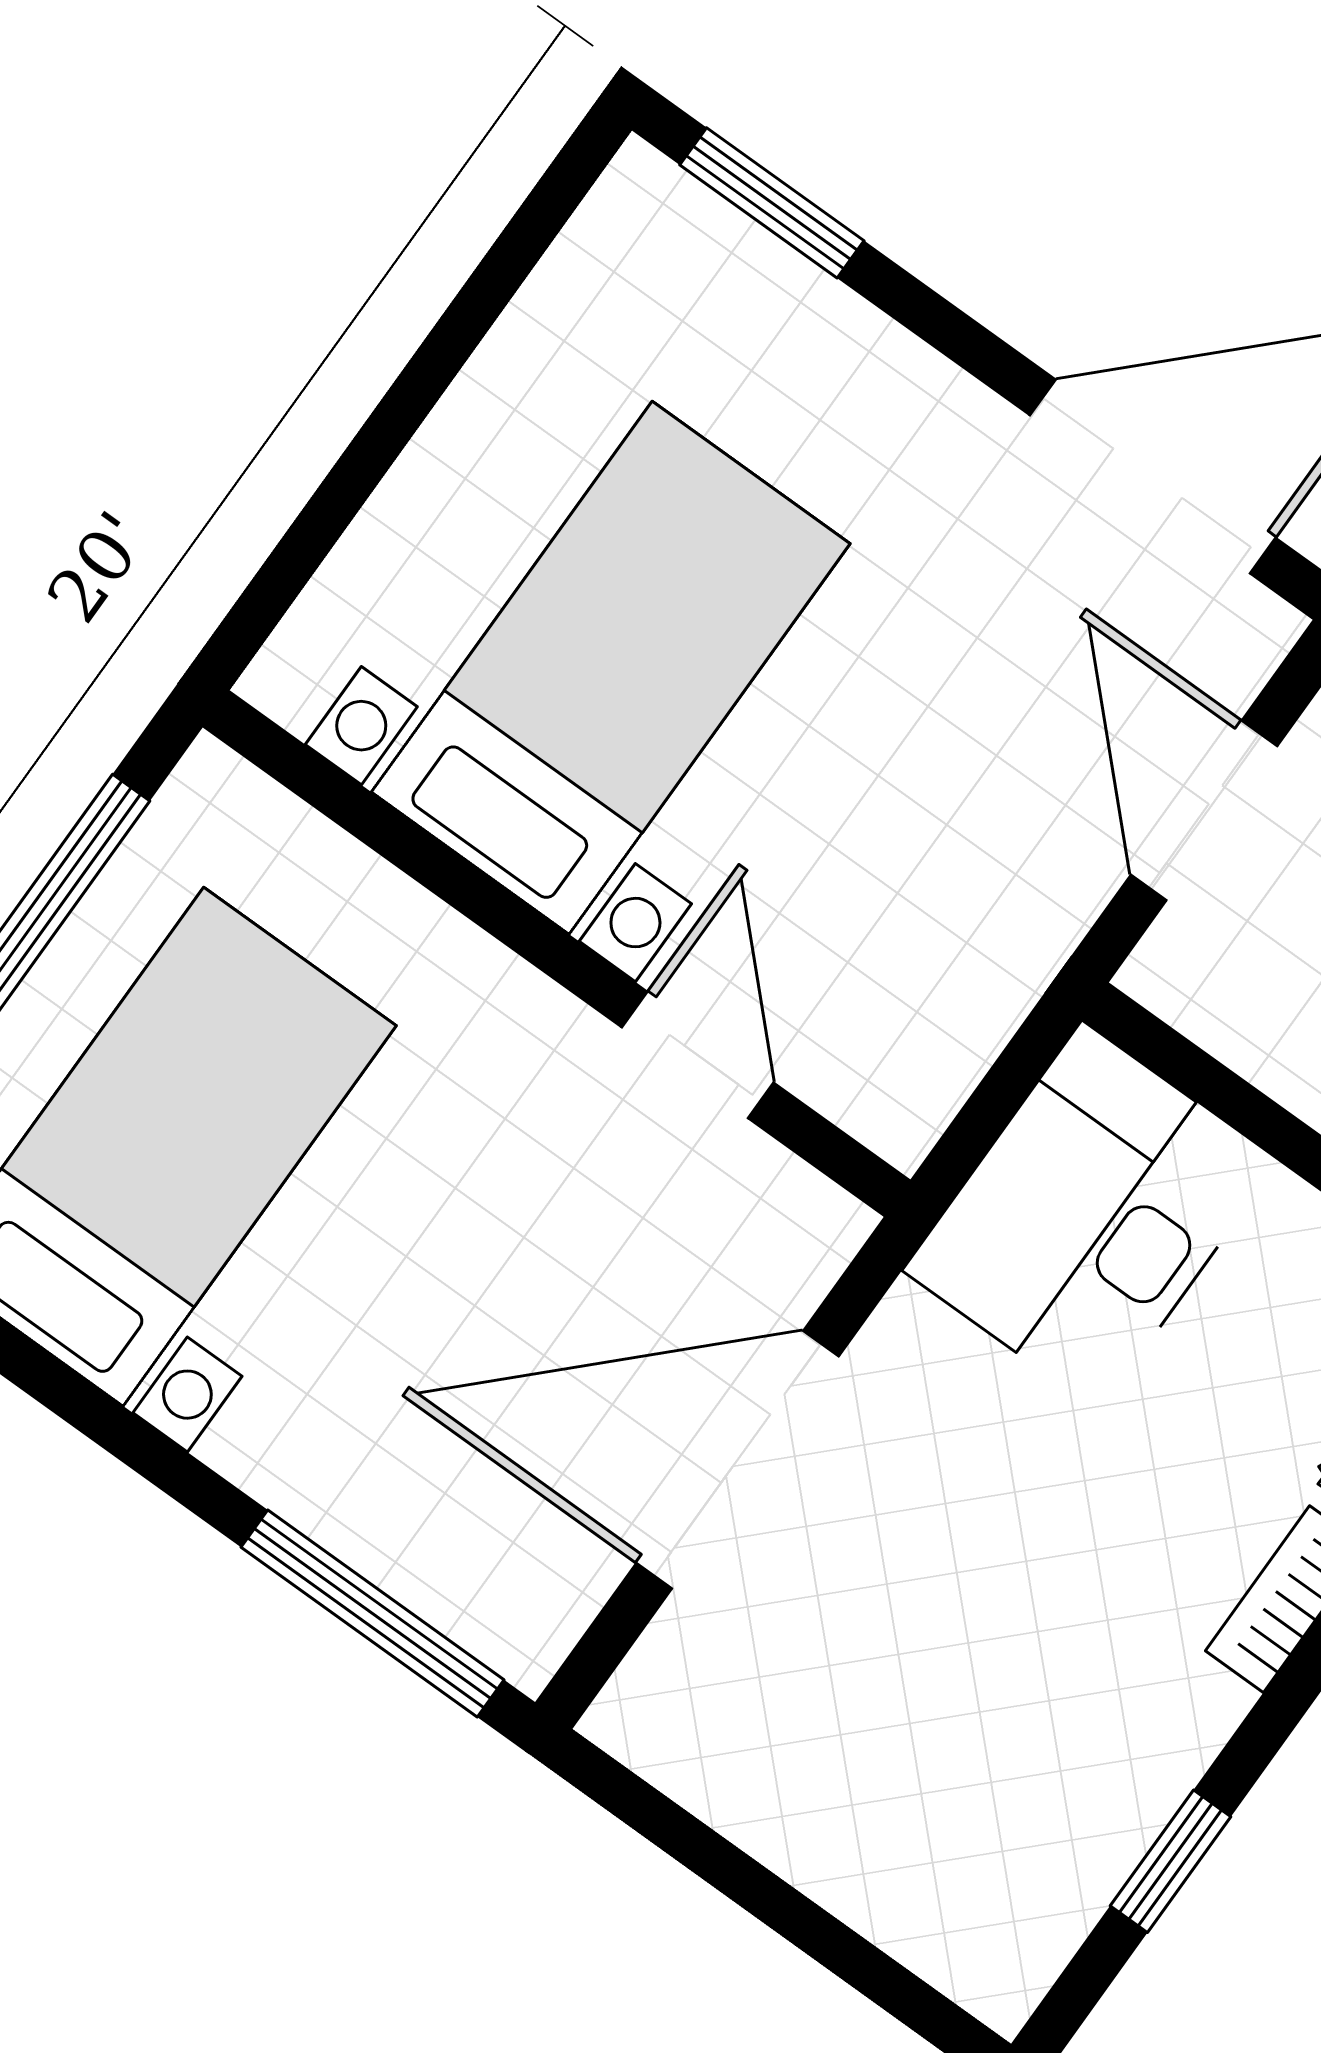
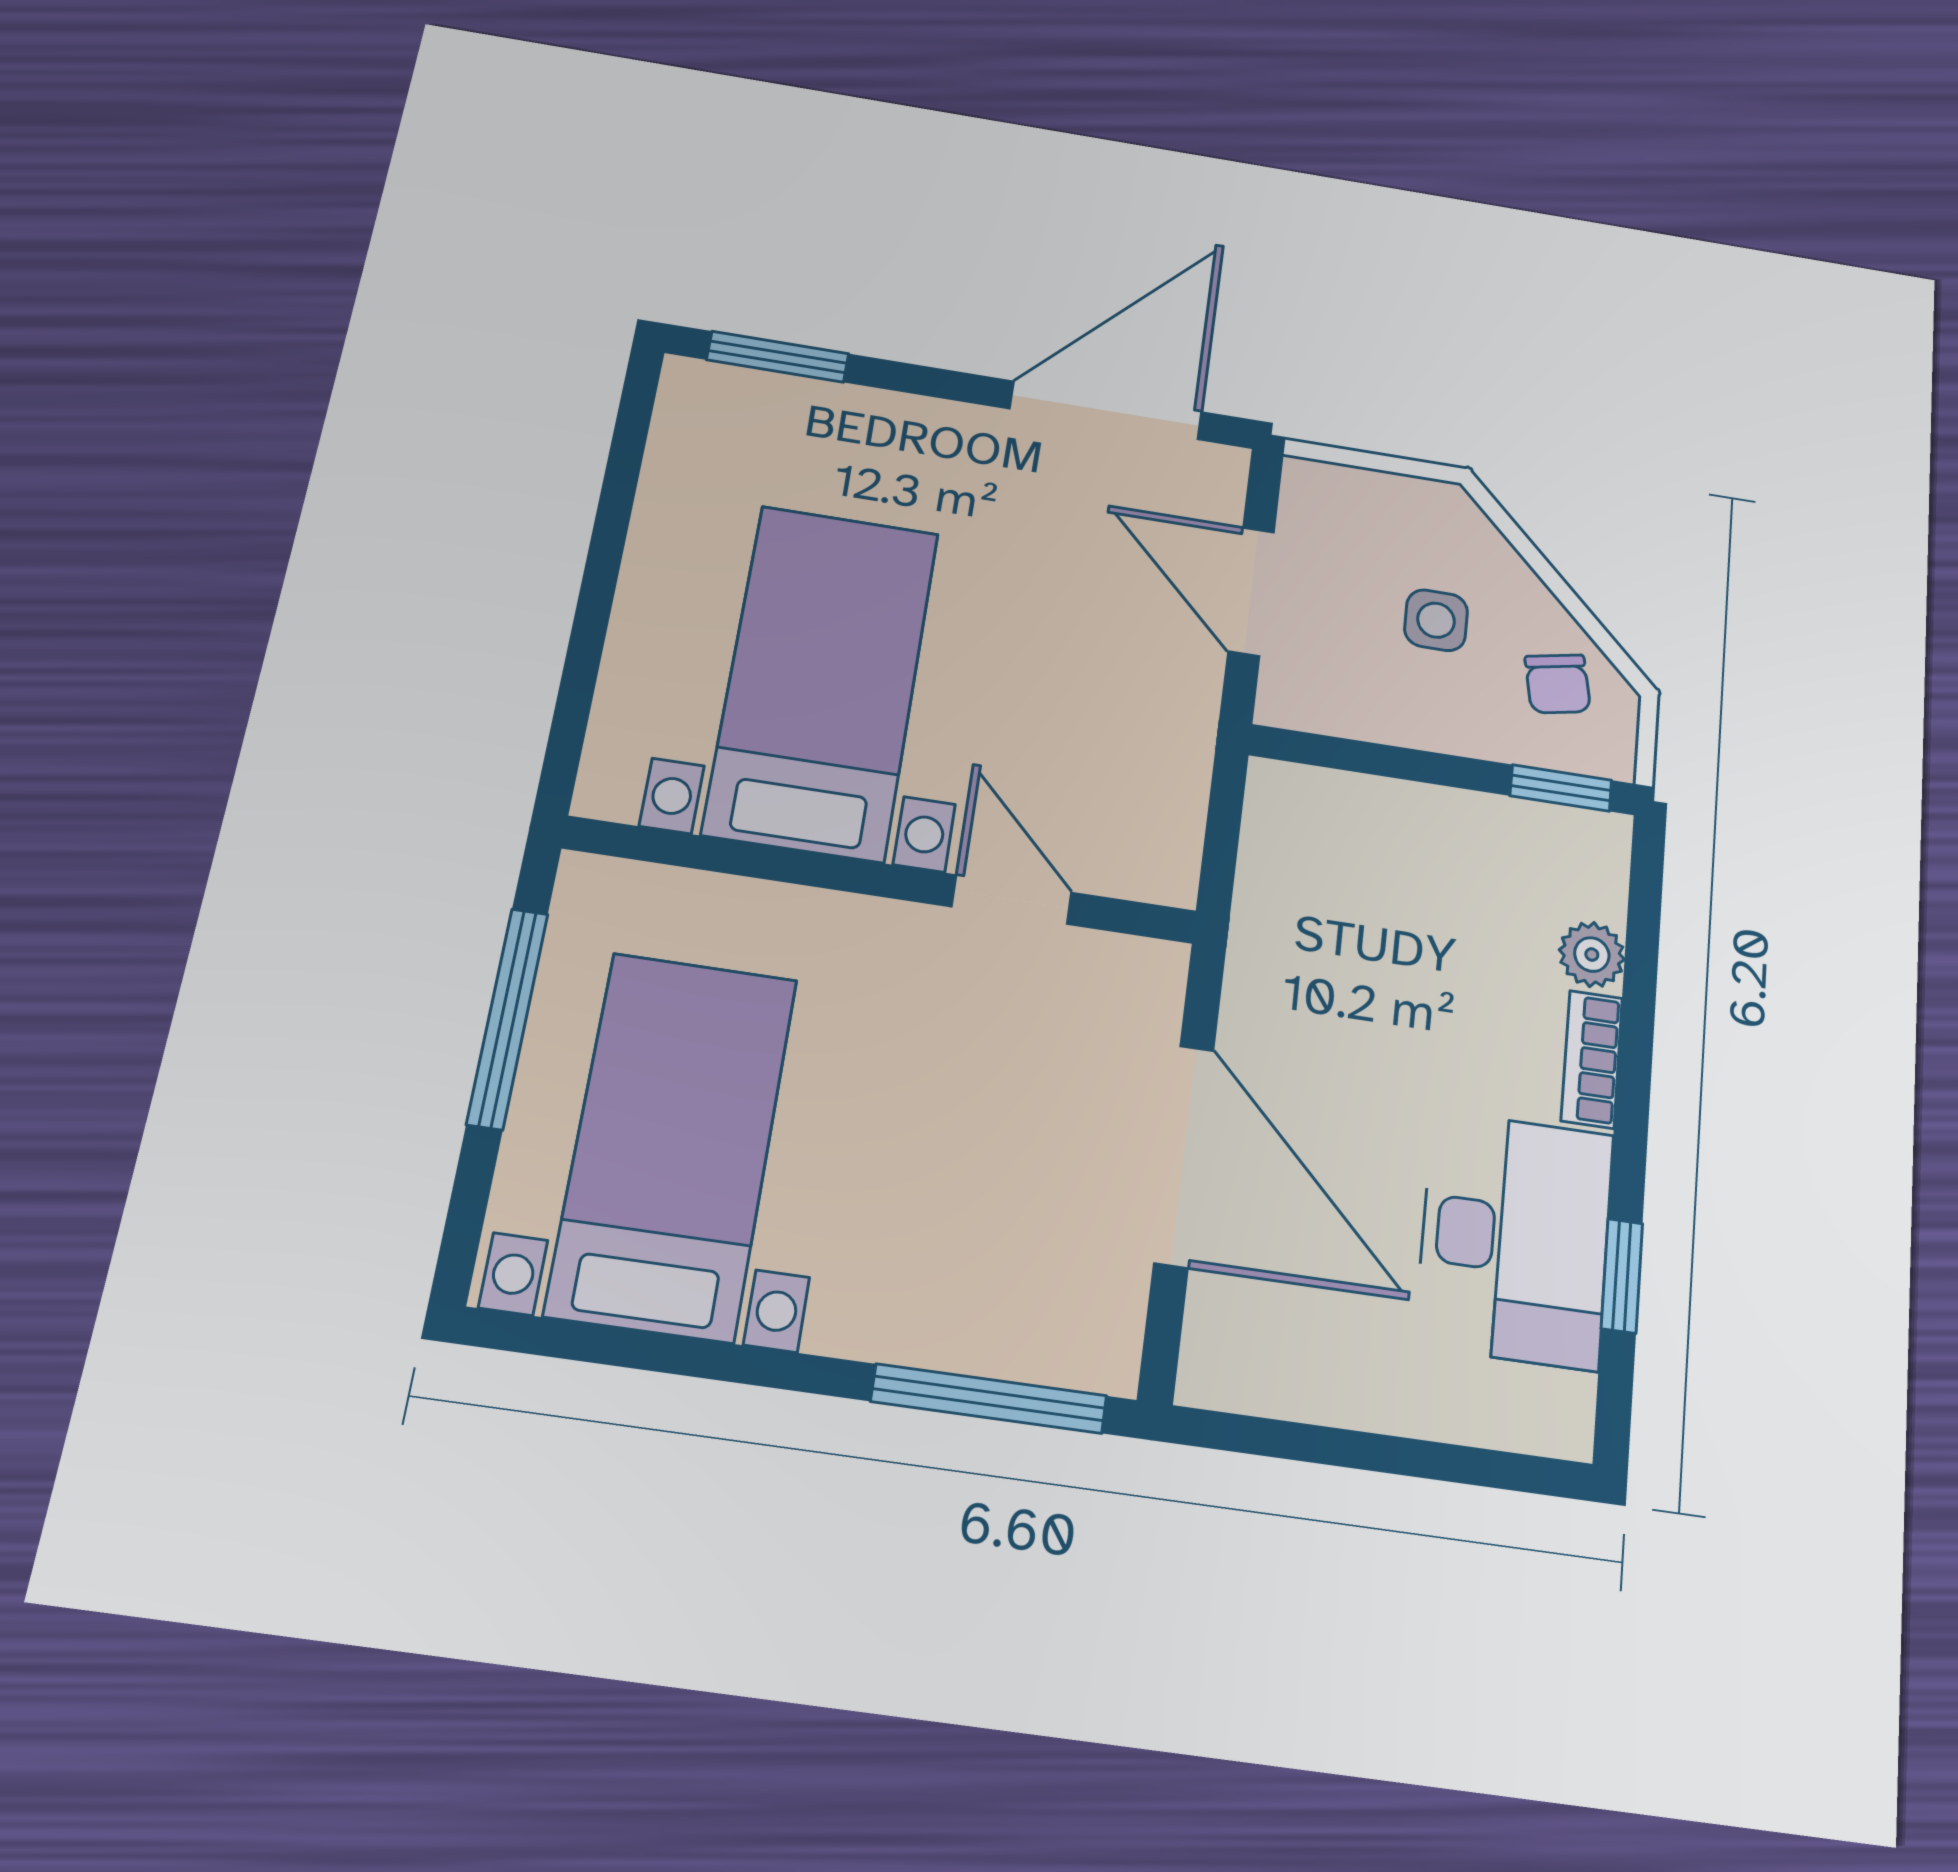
desk: (1090, 1216) -> (1515, 1239), moved, turned 180
door: (737, 1460) -> (1184, 1155), swing flipped

